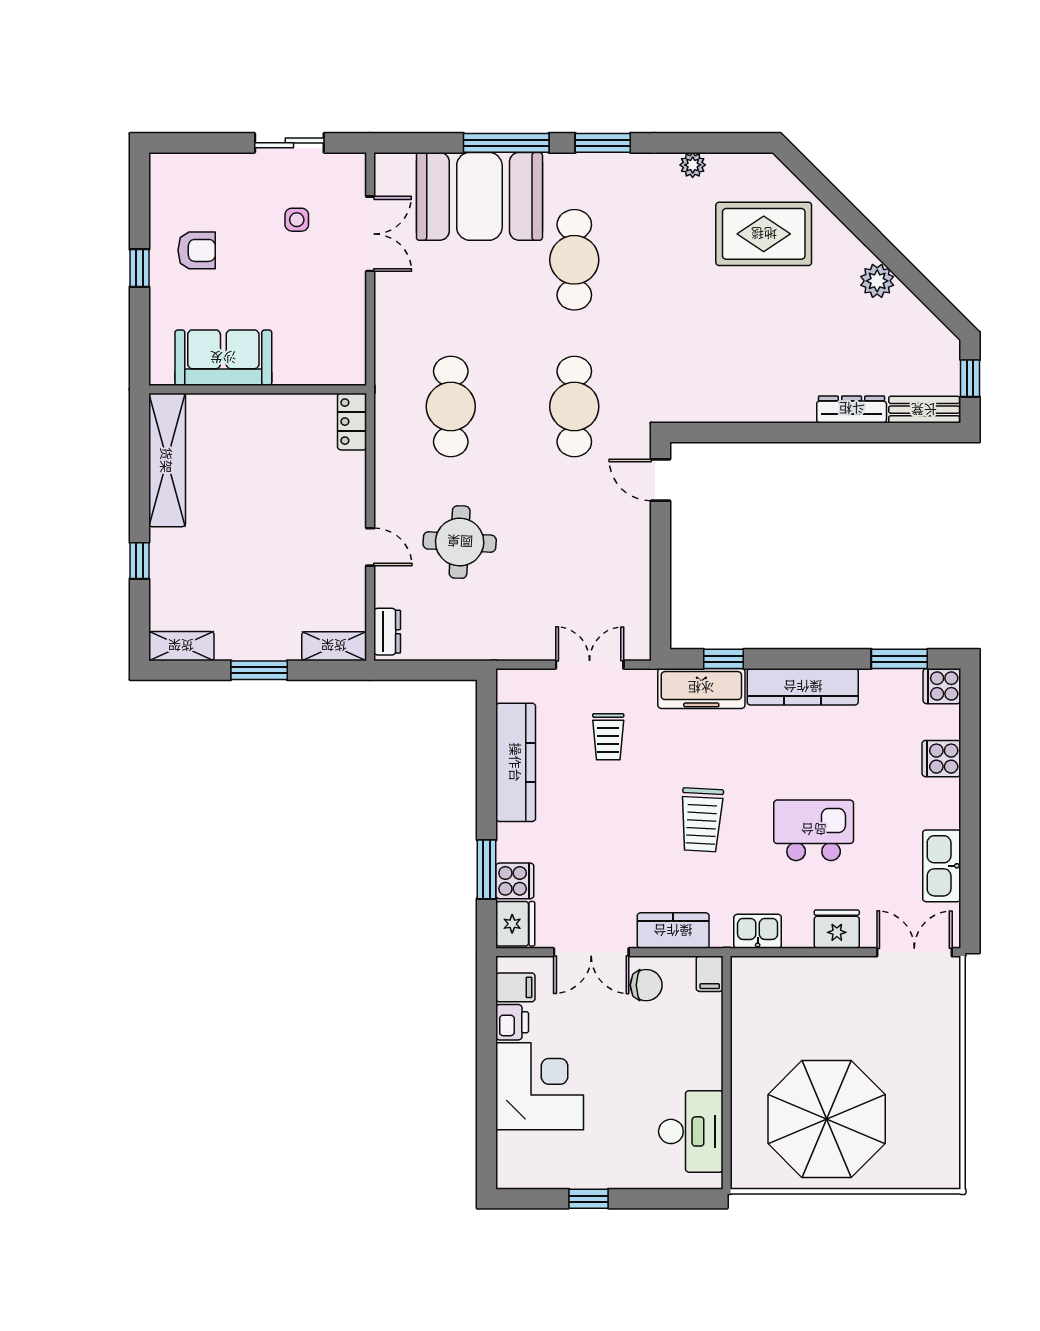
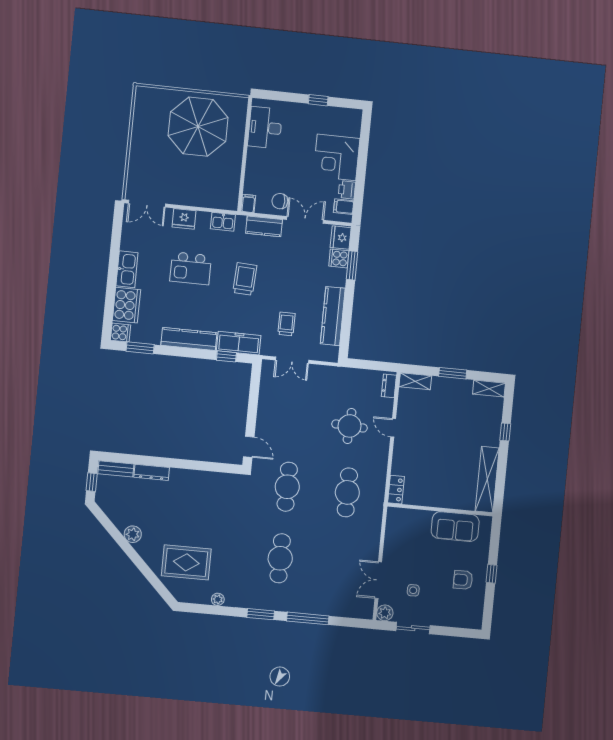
plant: (350, 169) -> (385, 613), added
booth: (479, 196) -> (323, 594), removed
cooker: (941, 759) -> (126, 305), width x1.87, depth x1.31
kitchen sink: (942, 866) -> (127, 269), moved

